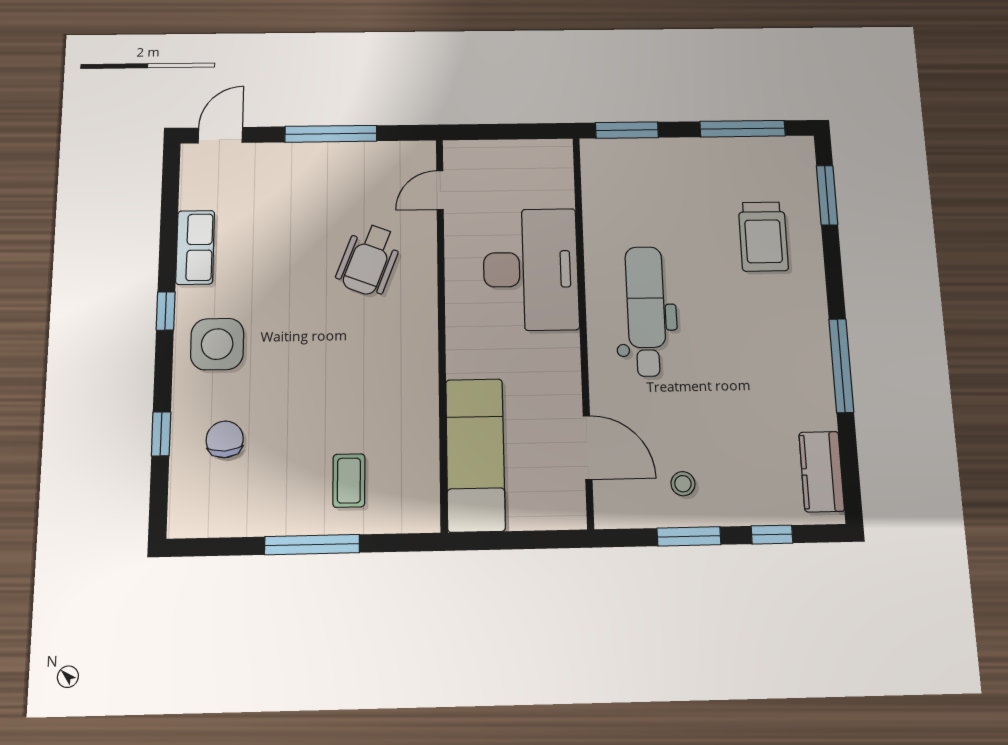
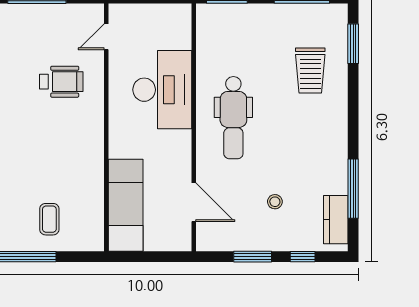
wheelchair: (369, 260) -> (61, 82), turned -111
dental chair: (646, 311) -> (233, 118), turned 180
window: (841, 365) -> (353, 189), moved
stool: (683, 484) -> (275, 202), moved

